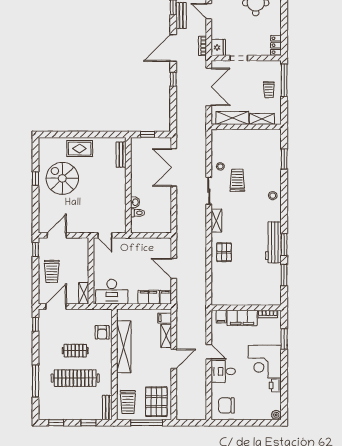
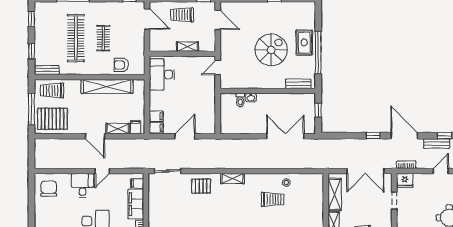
window: (90, 134) -> (318, 53), added
spiral stairs: (62, 178) -> (271, 50), moved
sliding door: (209, 191) -> (168, 171), moved
shelving: (84, 293) -> (188, 47), moved
filing cabinet: (149, 297) -> (156, 116), width x0.50

